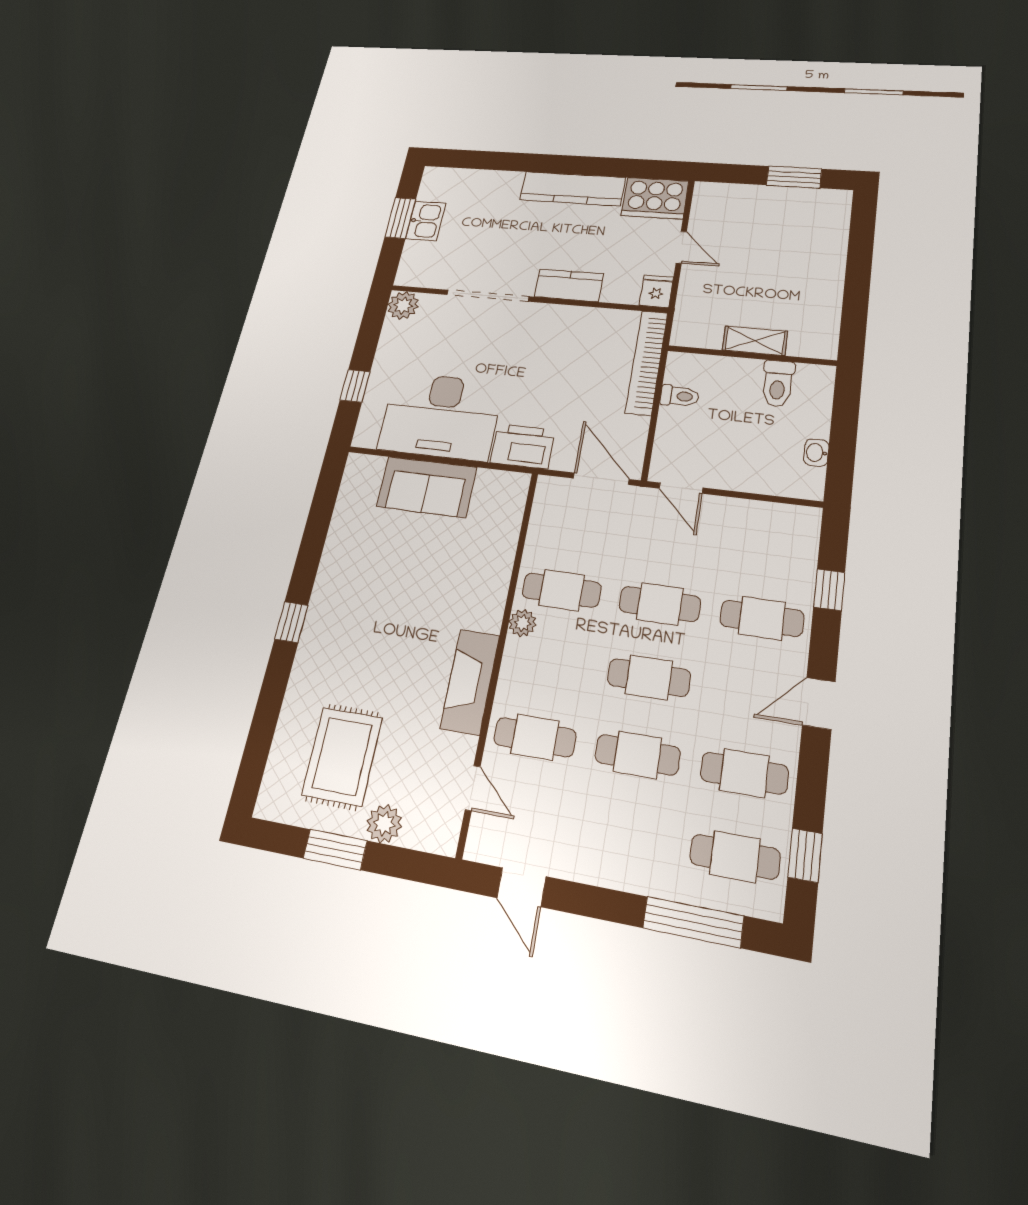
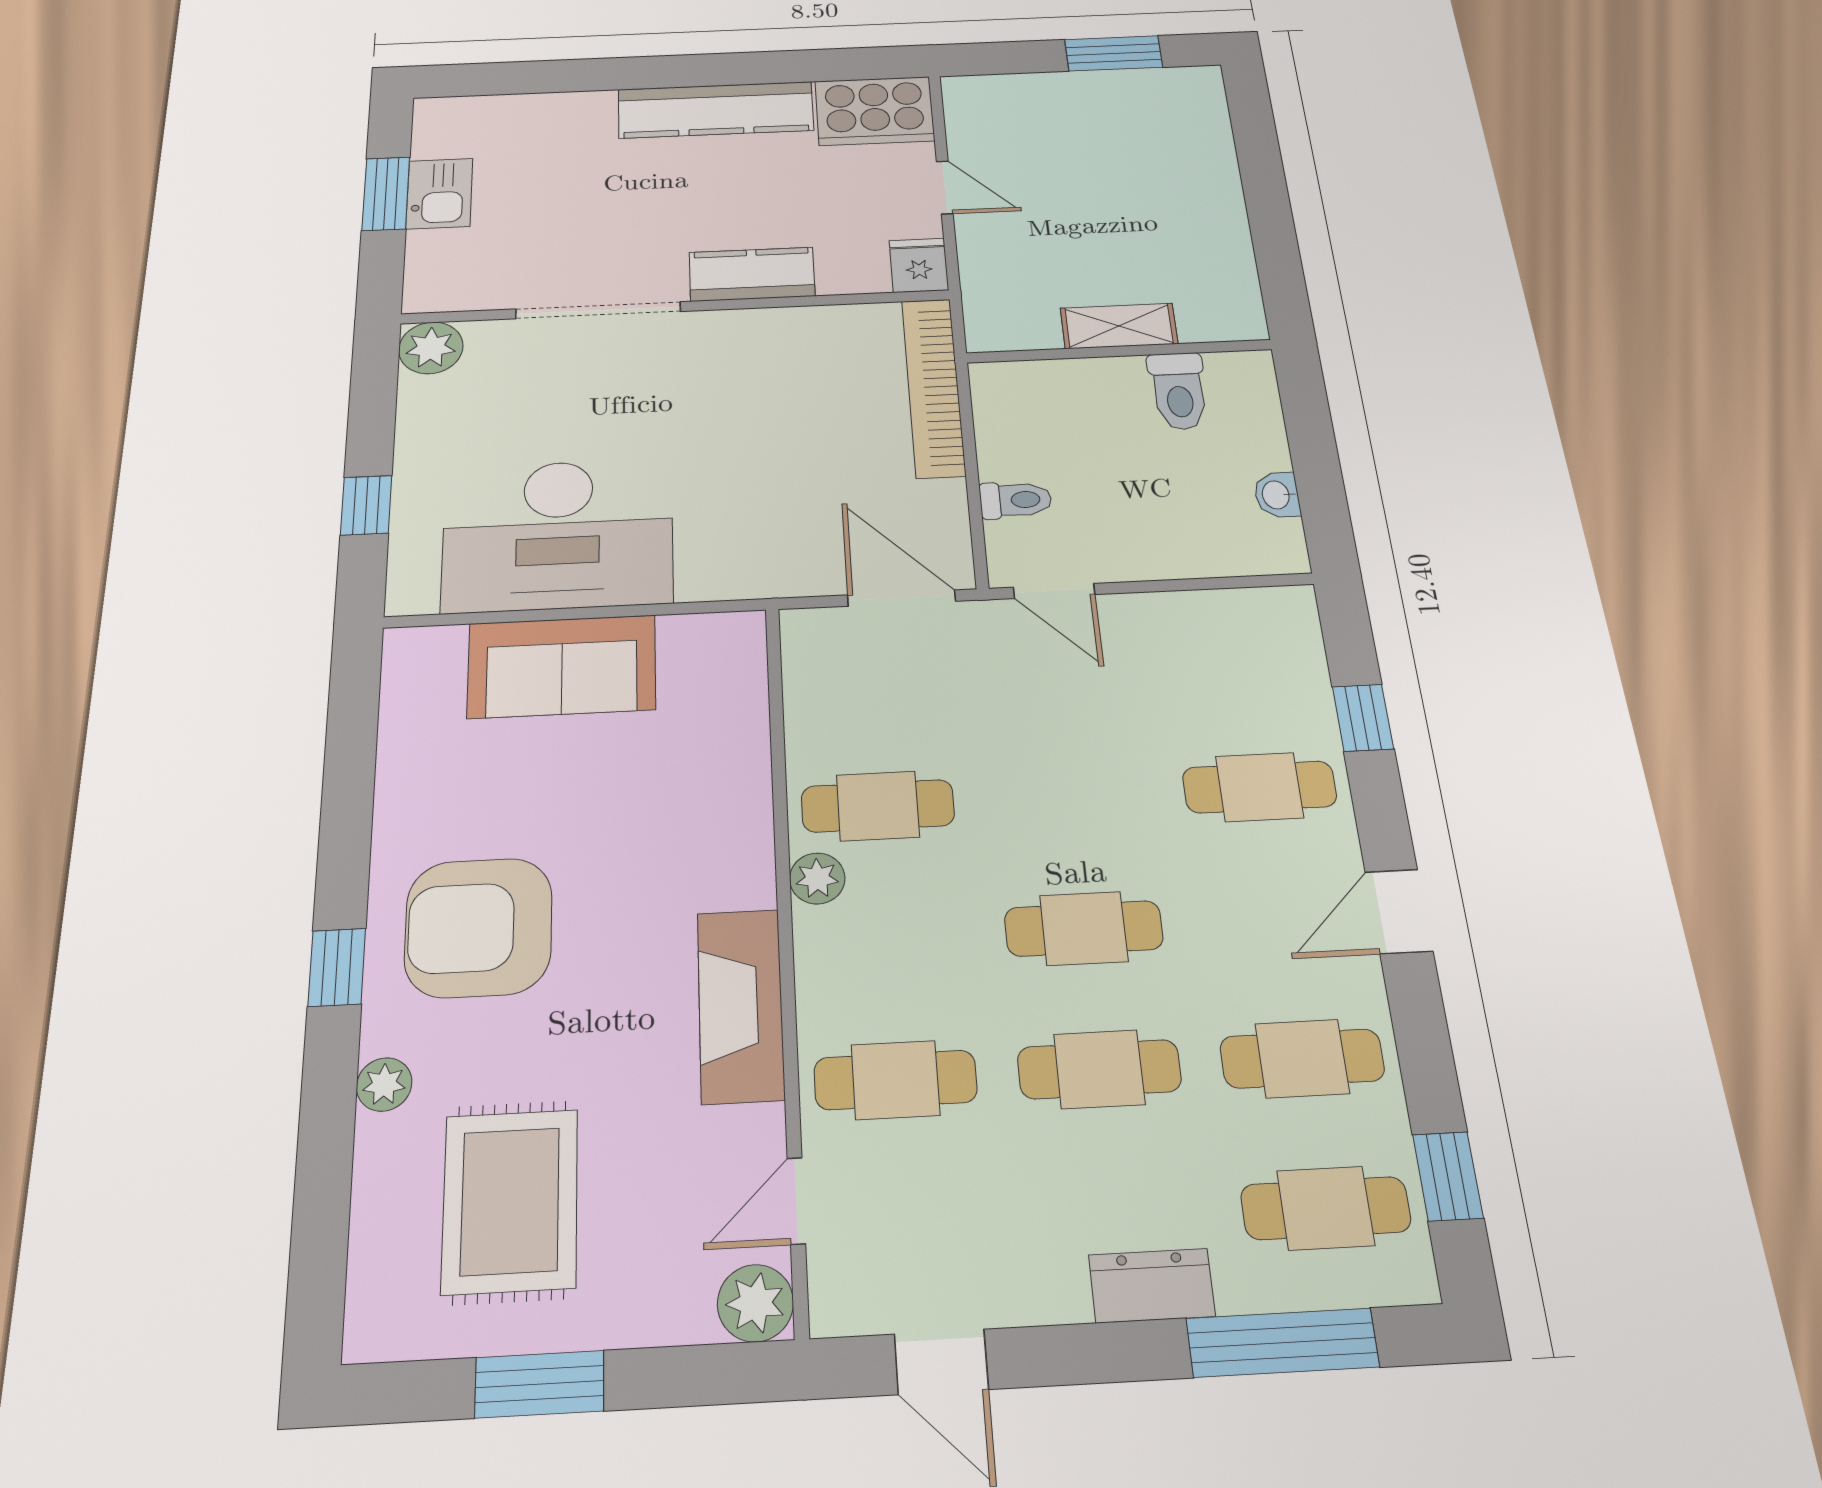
toilet: (679, 396) -> (1016, 500), moved
printer: (523, 446) -> (735, 565), removed
cafe table: (660, 604) -> (1069, 796), removed
armchair: (358, 615) -> (478, 927), added
plant: (299, 685) -> (384, 1084), added
door: (473, 788) -> (796, 1201), swing flipped
plant: (384, 824) -> (755, 1303), moved
dresser: (635, 875) -> (1152, 1286), added

